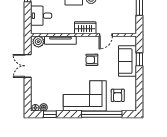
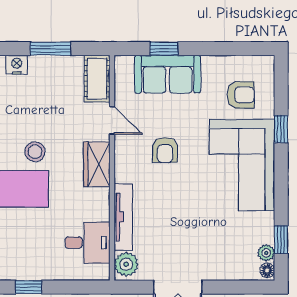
desk: (41, 16) -> (88, 243), moved, turned -90
cot: (125, 28) -> (97, 79), added
window: (102, 114) -> (281, 129), width x0.32

